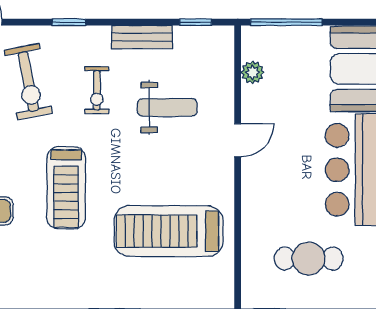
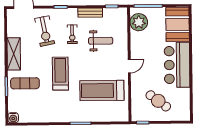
plant: (252, 72) -> (139, 22), width x1.88, depth x1.88
door: (238, 140) -> (129, 66), moved
treadmill: (66, 188) -> (60, 74), turned 180
cafe table: (309, 259) -> (158, 101), turned 37

